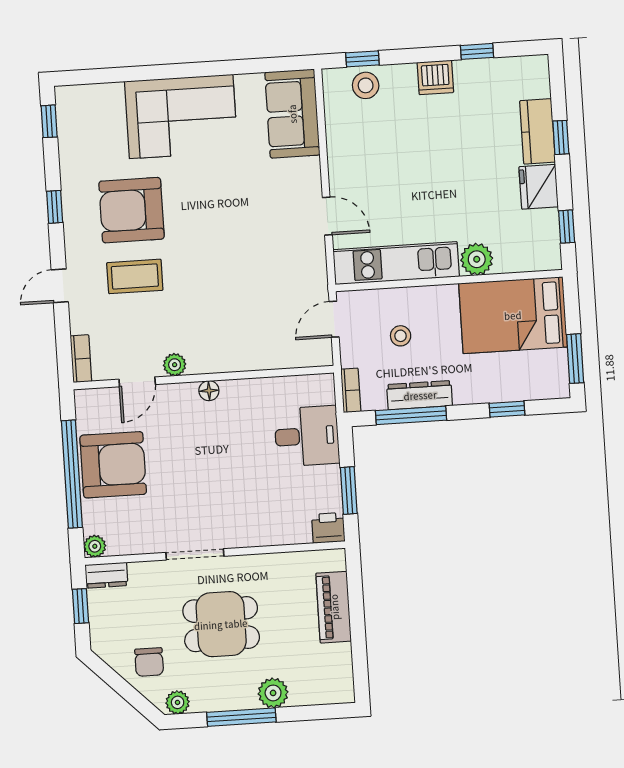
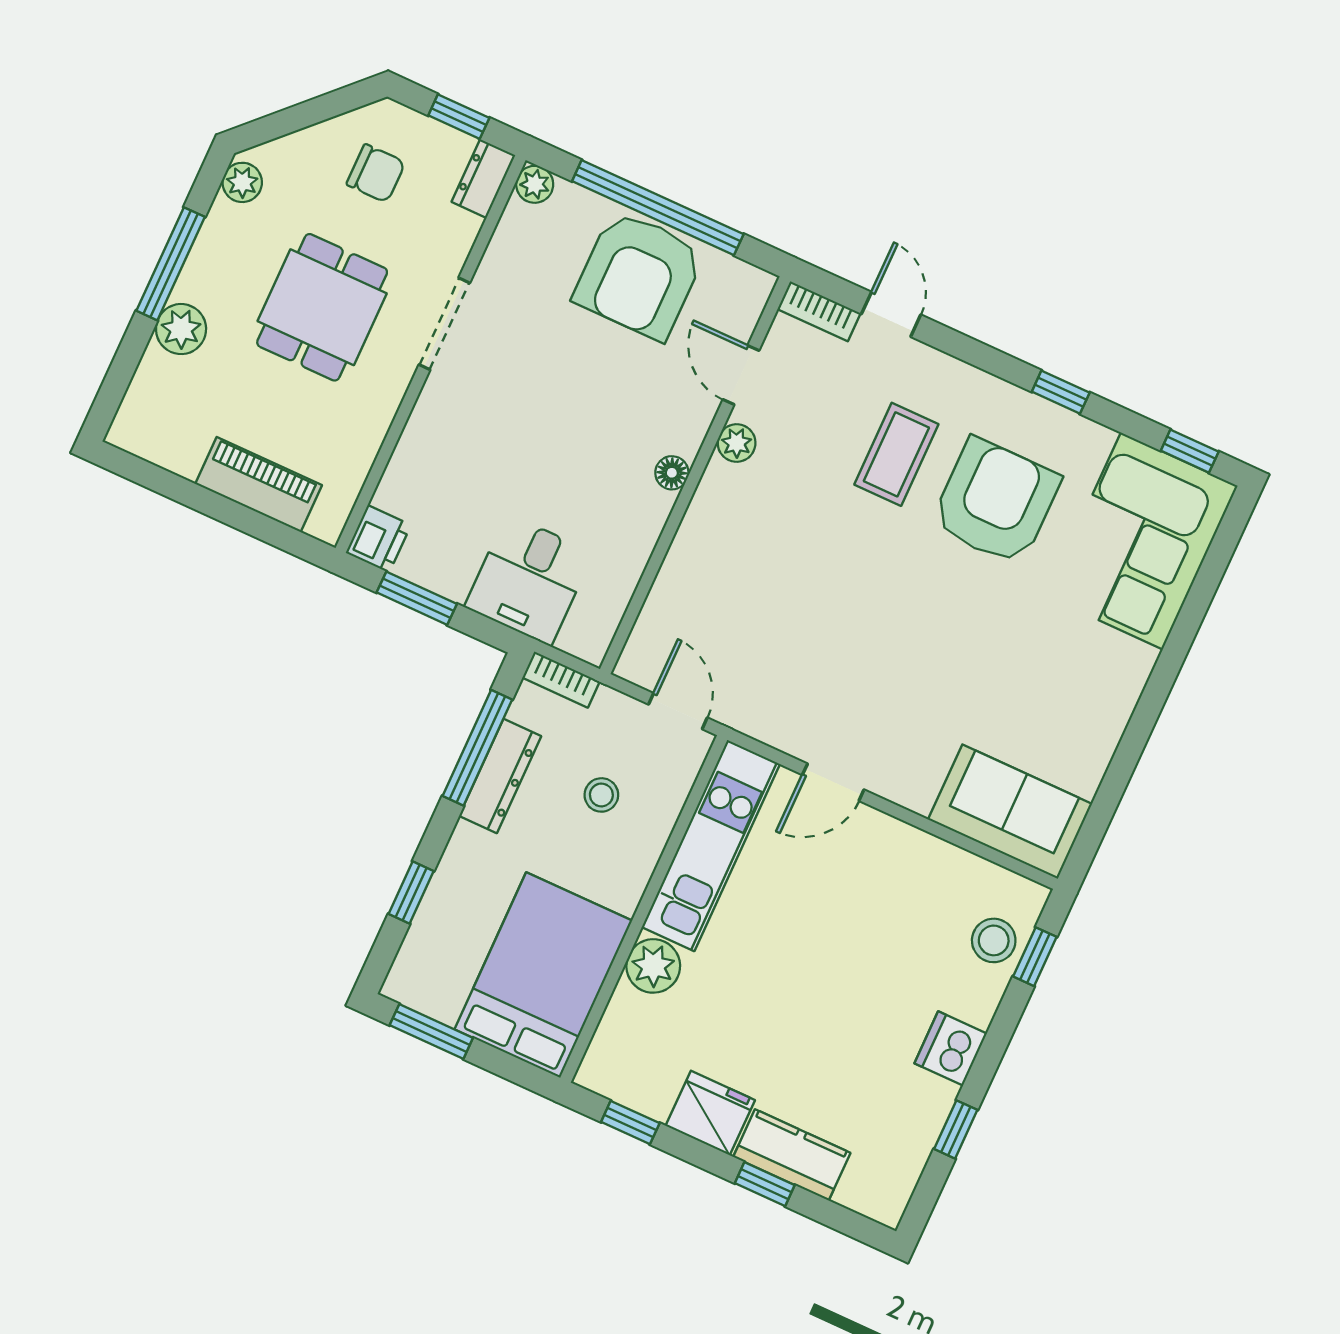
corner sofa: (181, 116) -> (1142, 541), moved
door: (60, 286) -> (891, 314), moved
chair: (149, 662) -> (376, 173), moved, turned 180

